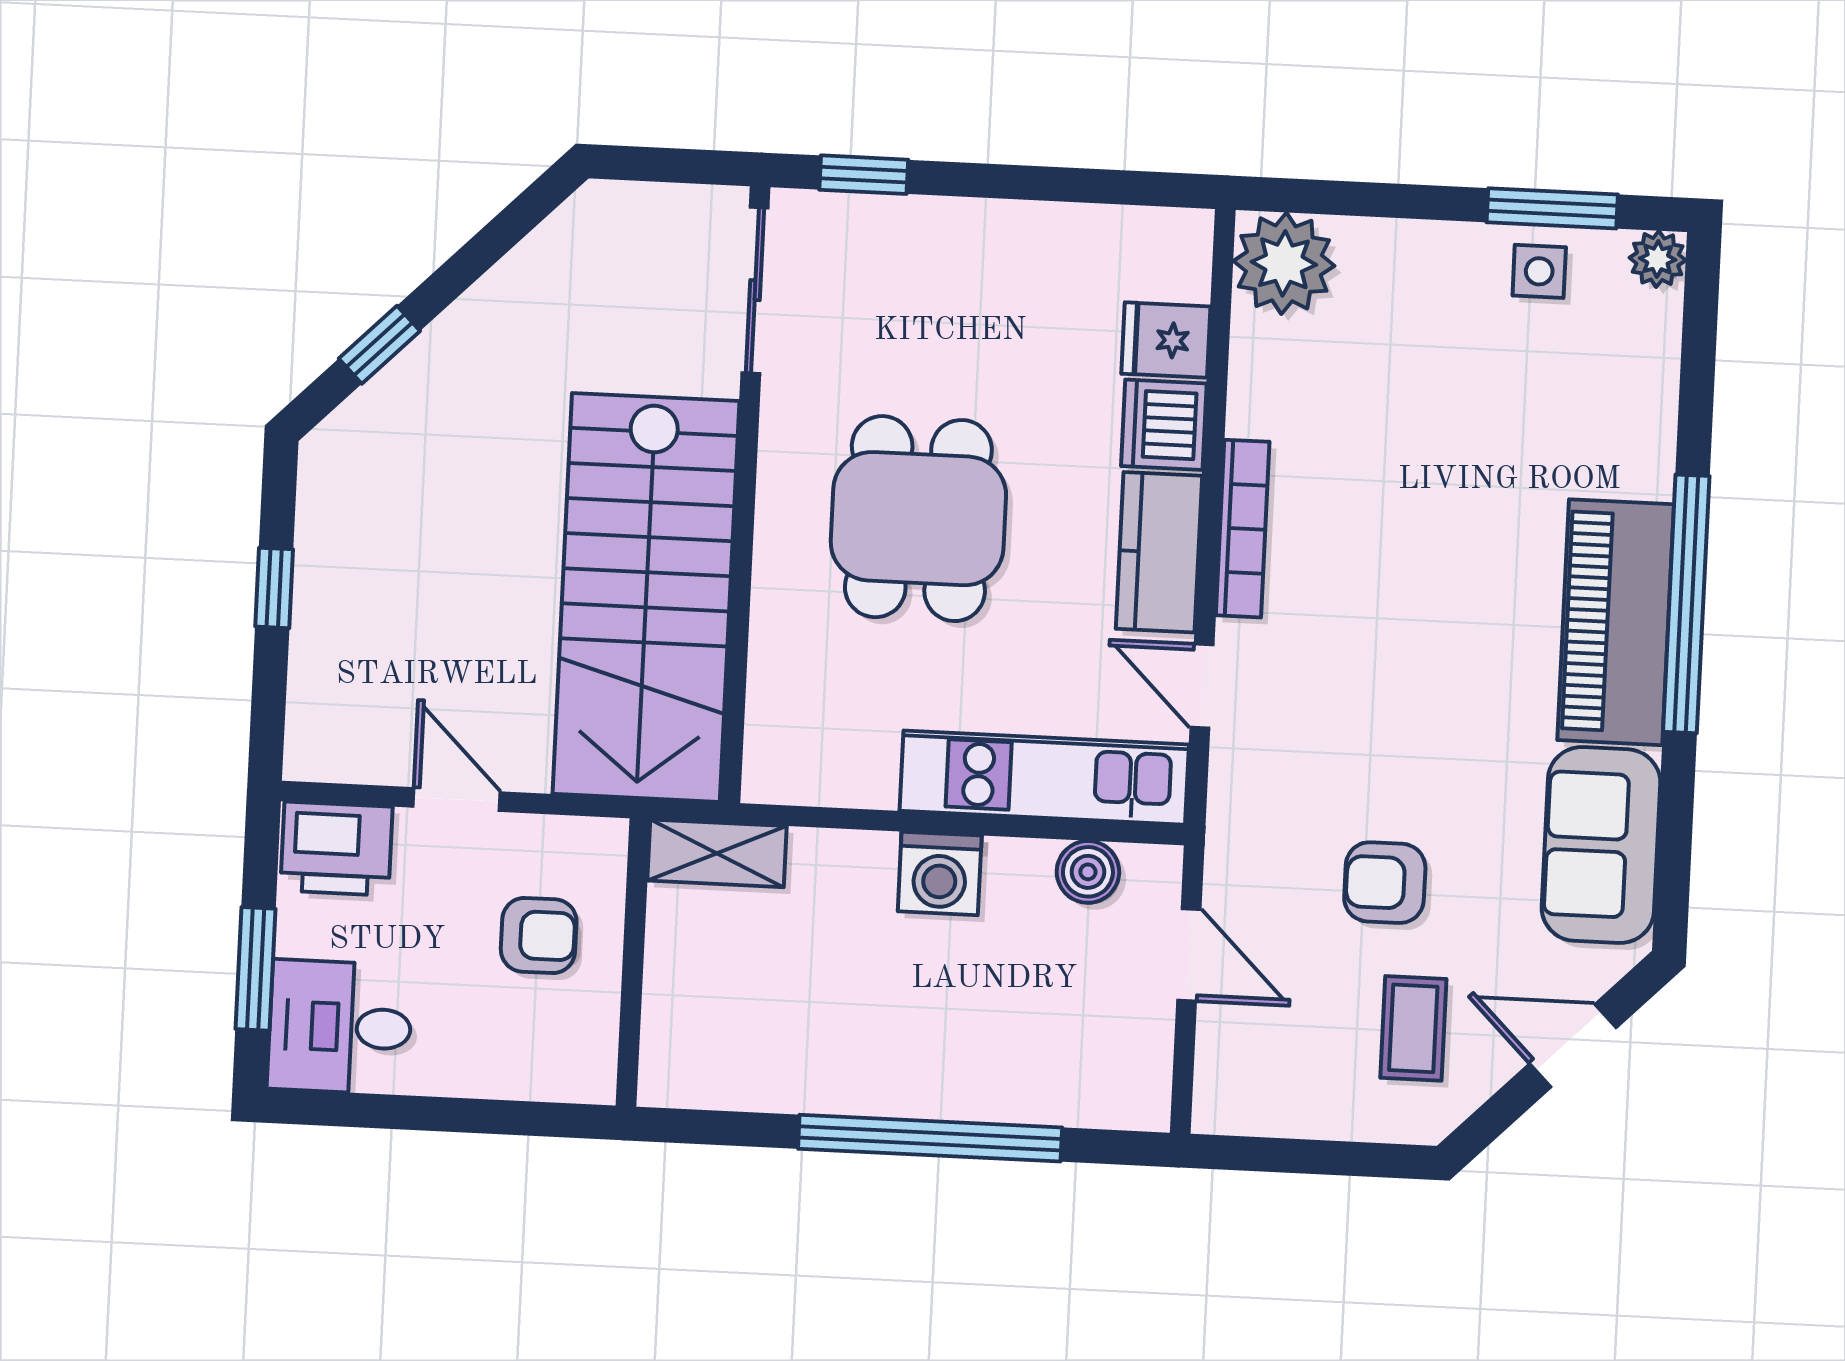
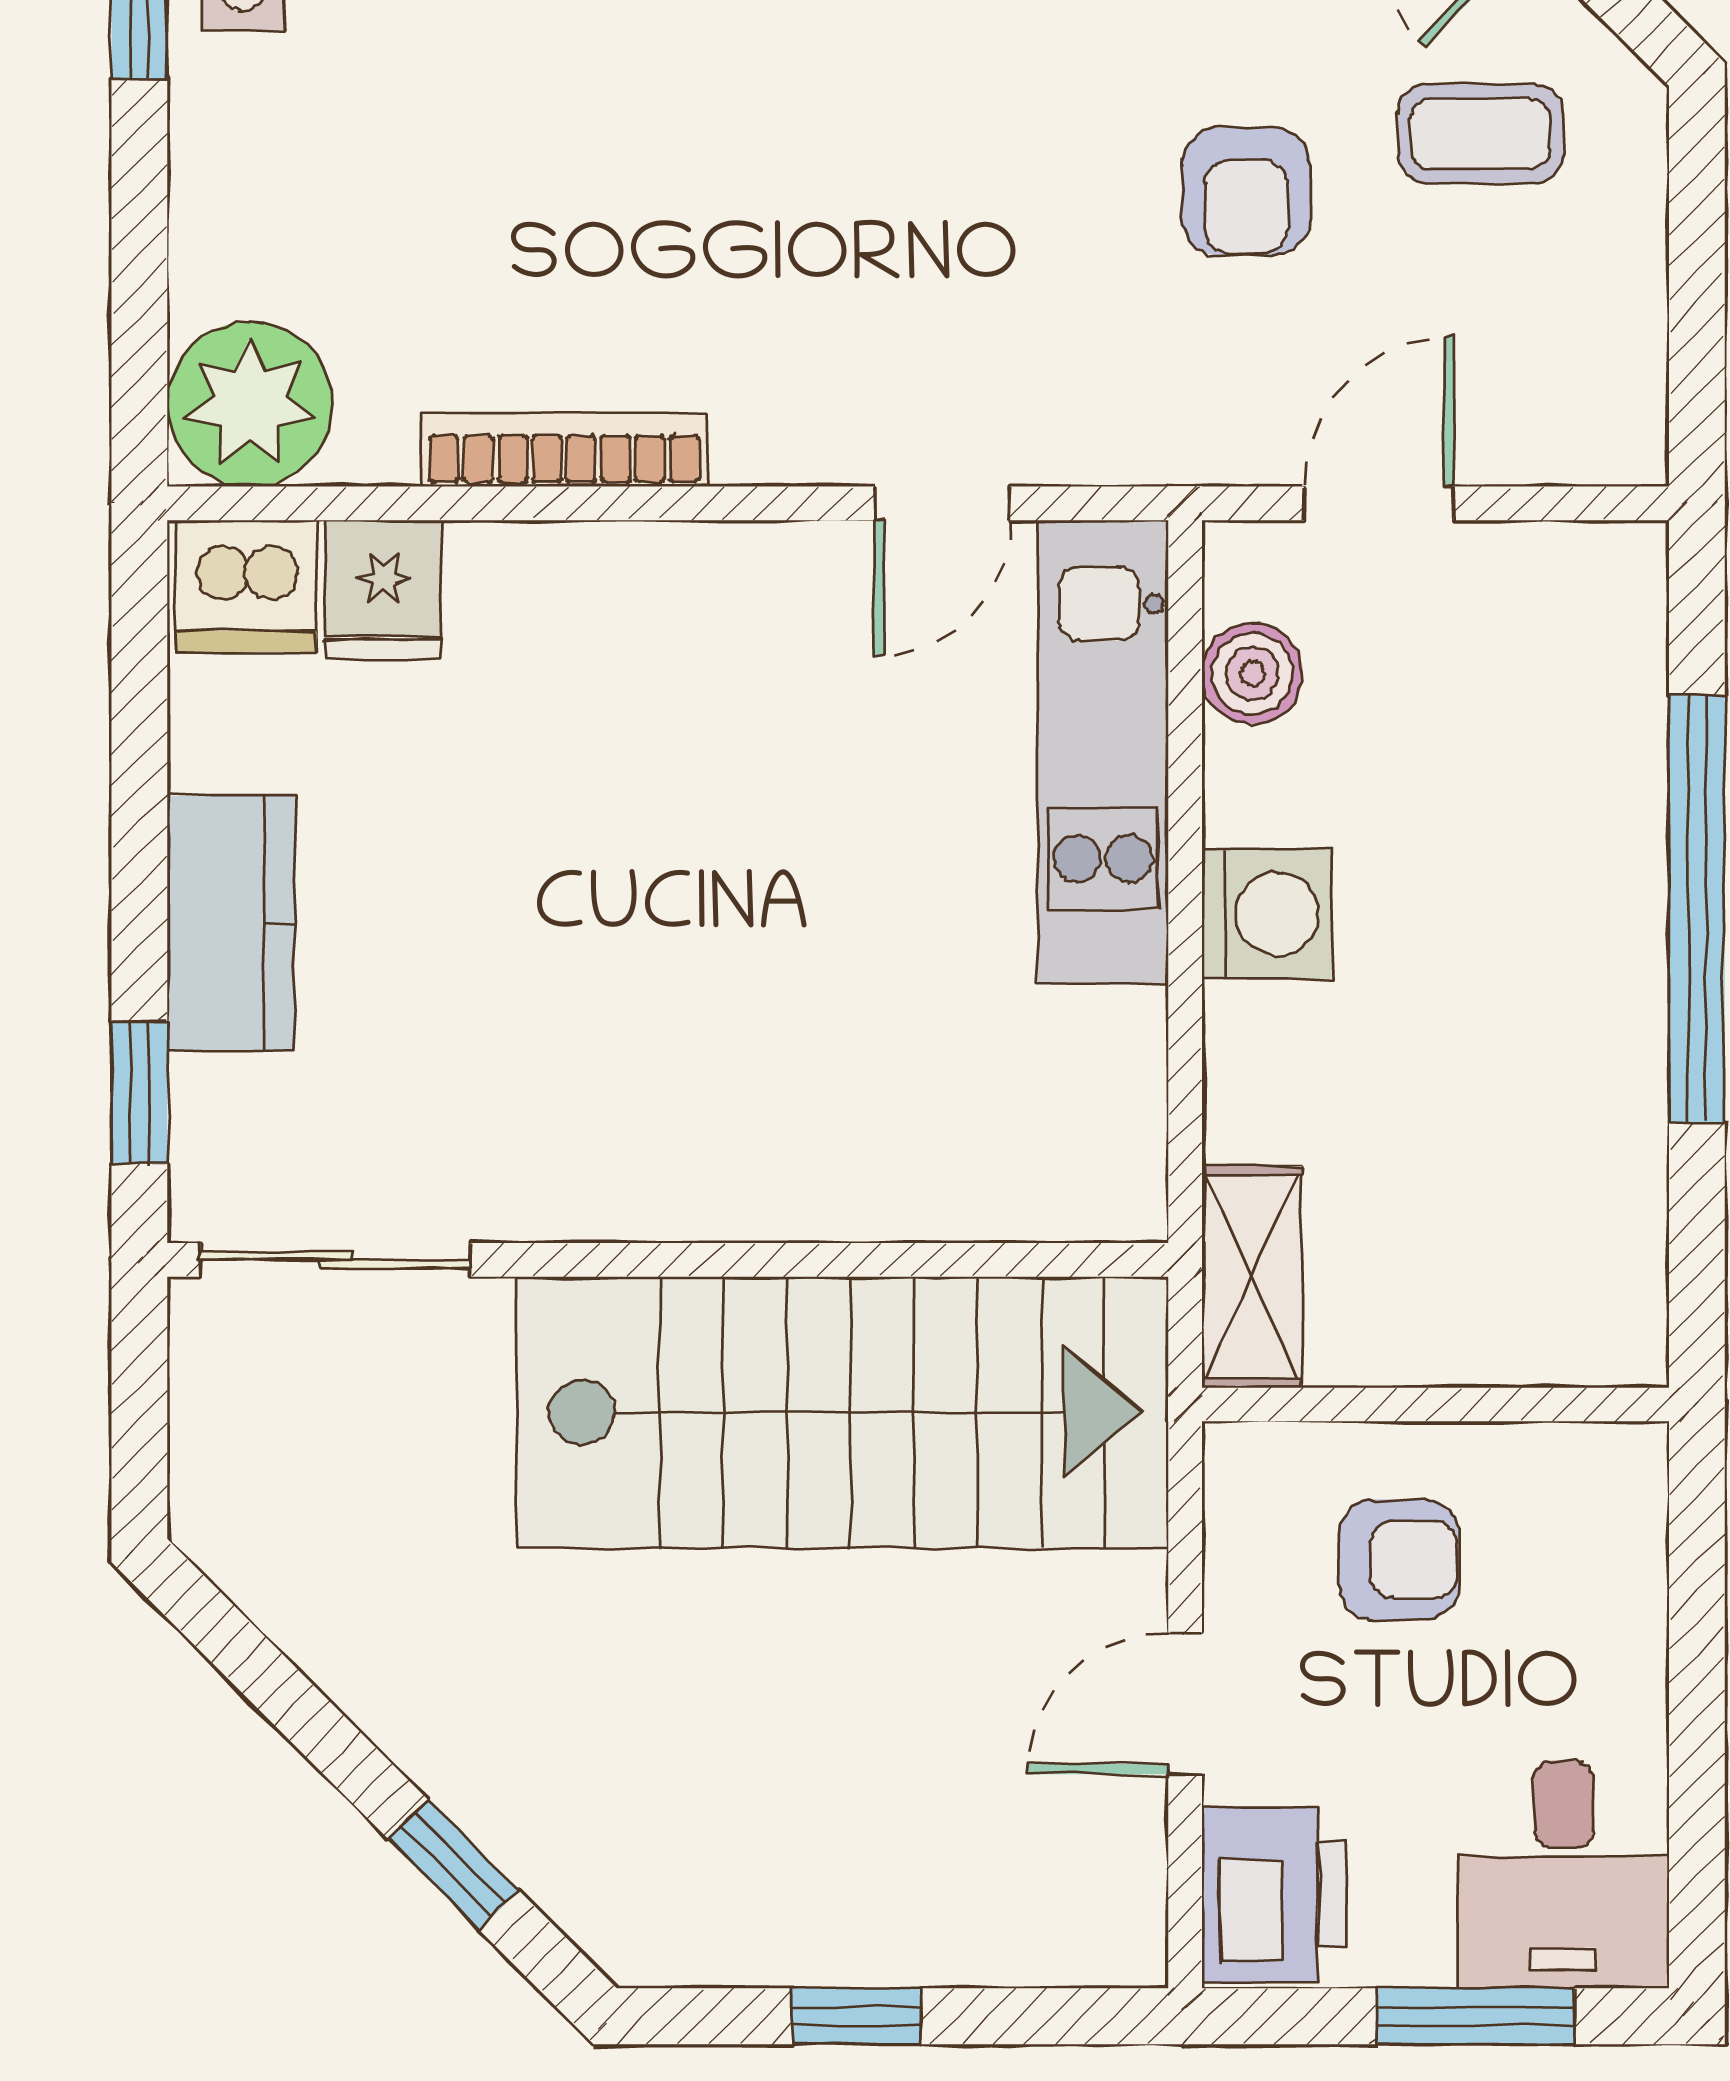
dishwasher: (1164, 425) -> (246, 586), moved
dining table: (918, 519) -> (693, 977), removed
bookcase: (1243, 529) -> (564, 450), moved
kitchen counter: (1159, 552) -> (231, 923), moved, turned -90
armchair: (539, 935) -> (1399, 1560), turned 90

